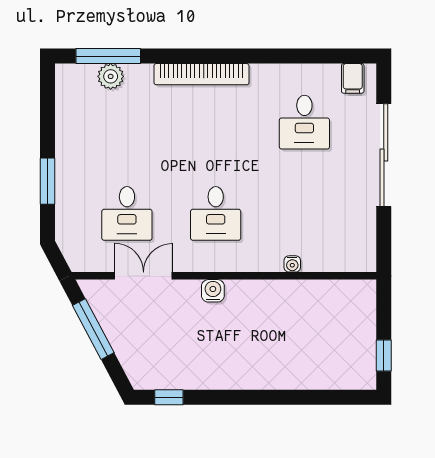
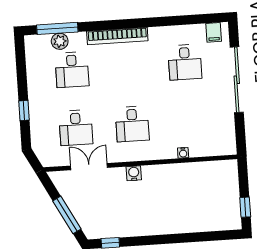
desk: (127, 122) -> (72, 70), added
window: (48, 181) -> (24, 110), width x0.67
window: (93, 329) -> (67, 215), moved

